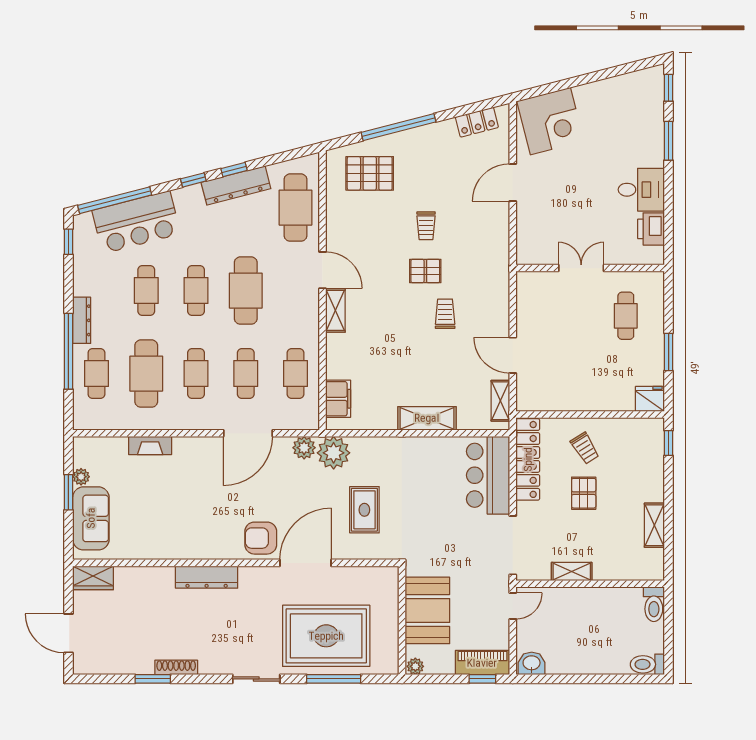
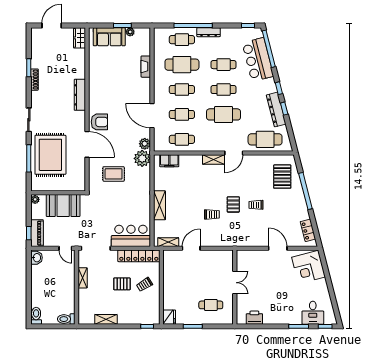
desk: (641, 190) -> (313, 313), moved
armchair: (261, 538) -> (99, 122), turned 90

